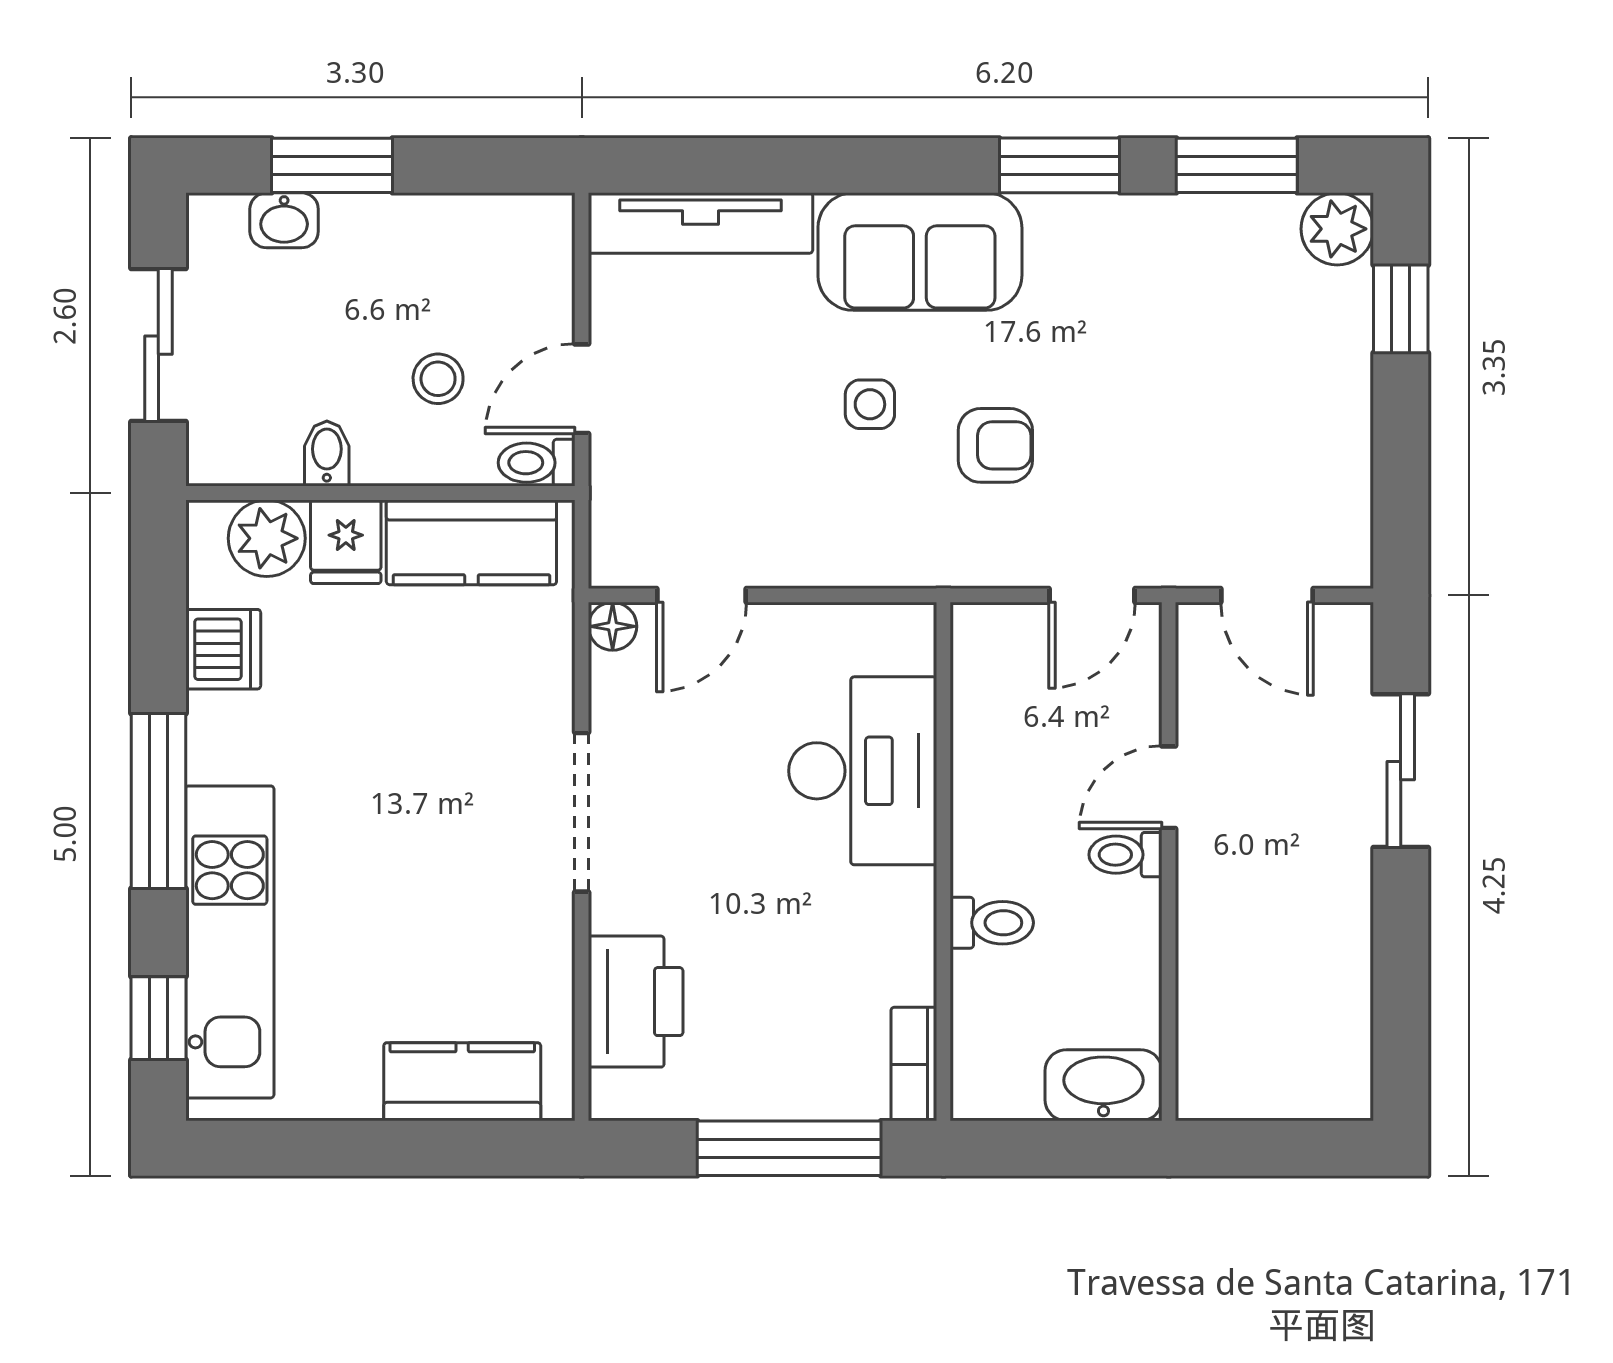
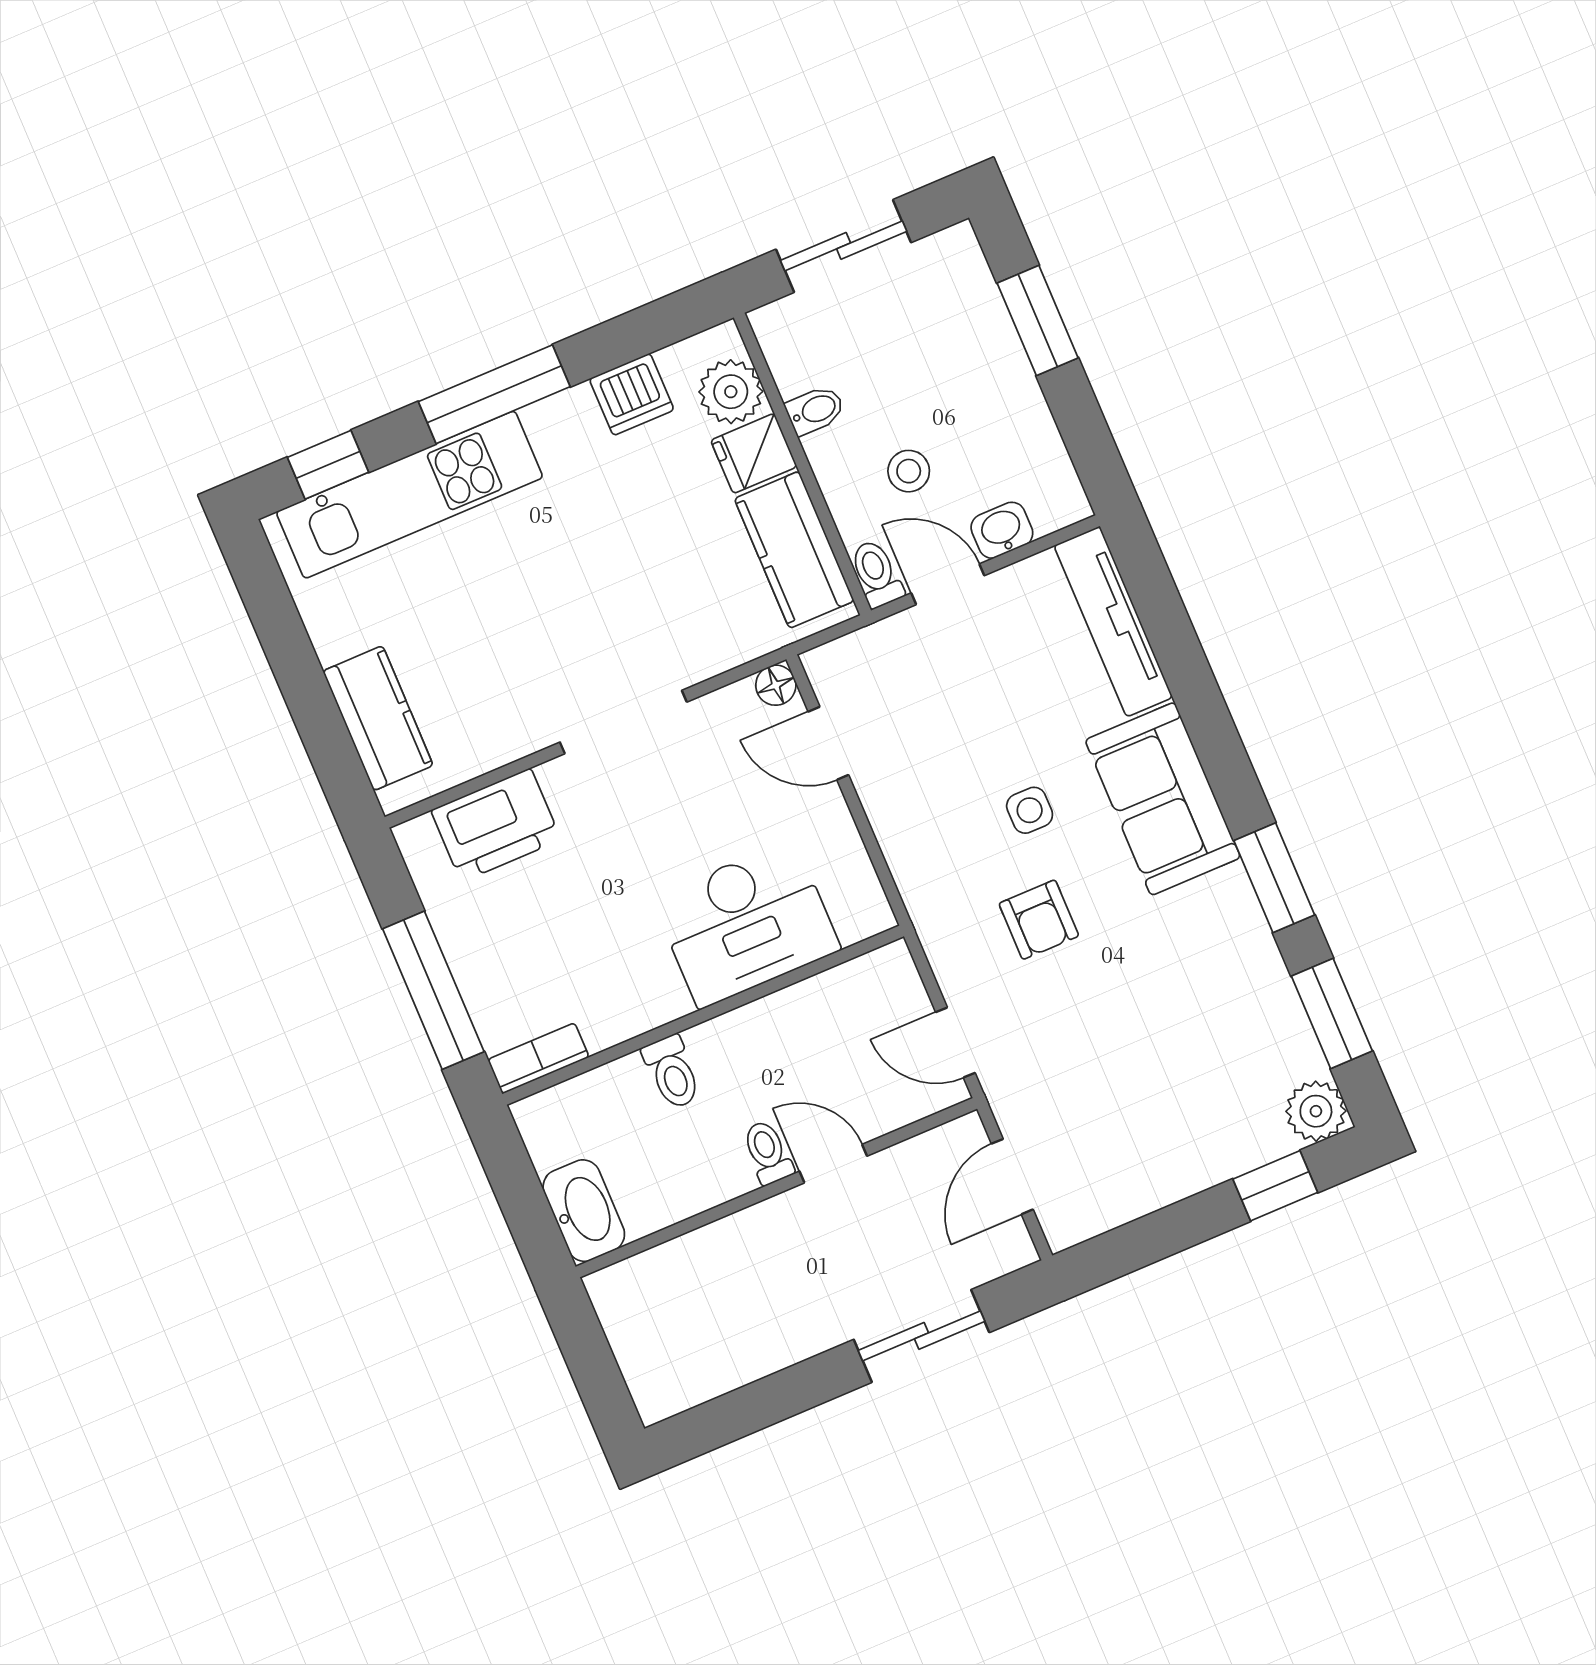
washbasin: (284, 220) -> (1002, 530), moved, turned 90

